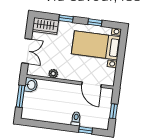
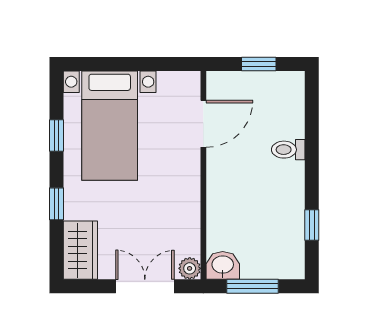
plant: (53, 74) -> (190, 268), moved
window: (86, 130) -> (312, 225), moved

